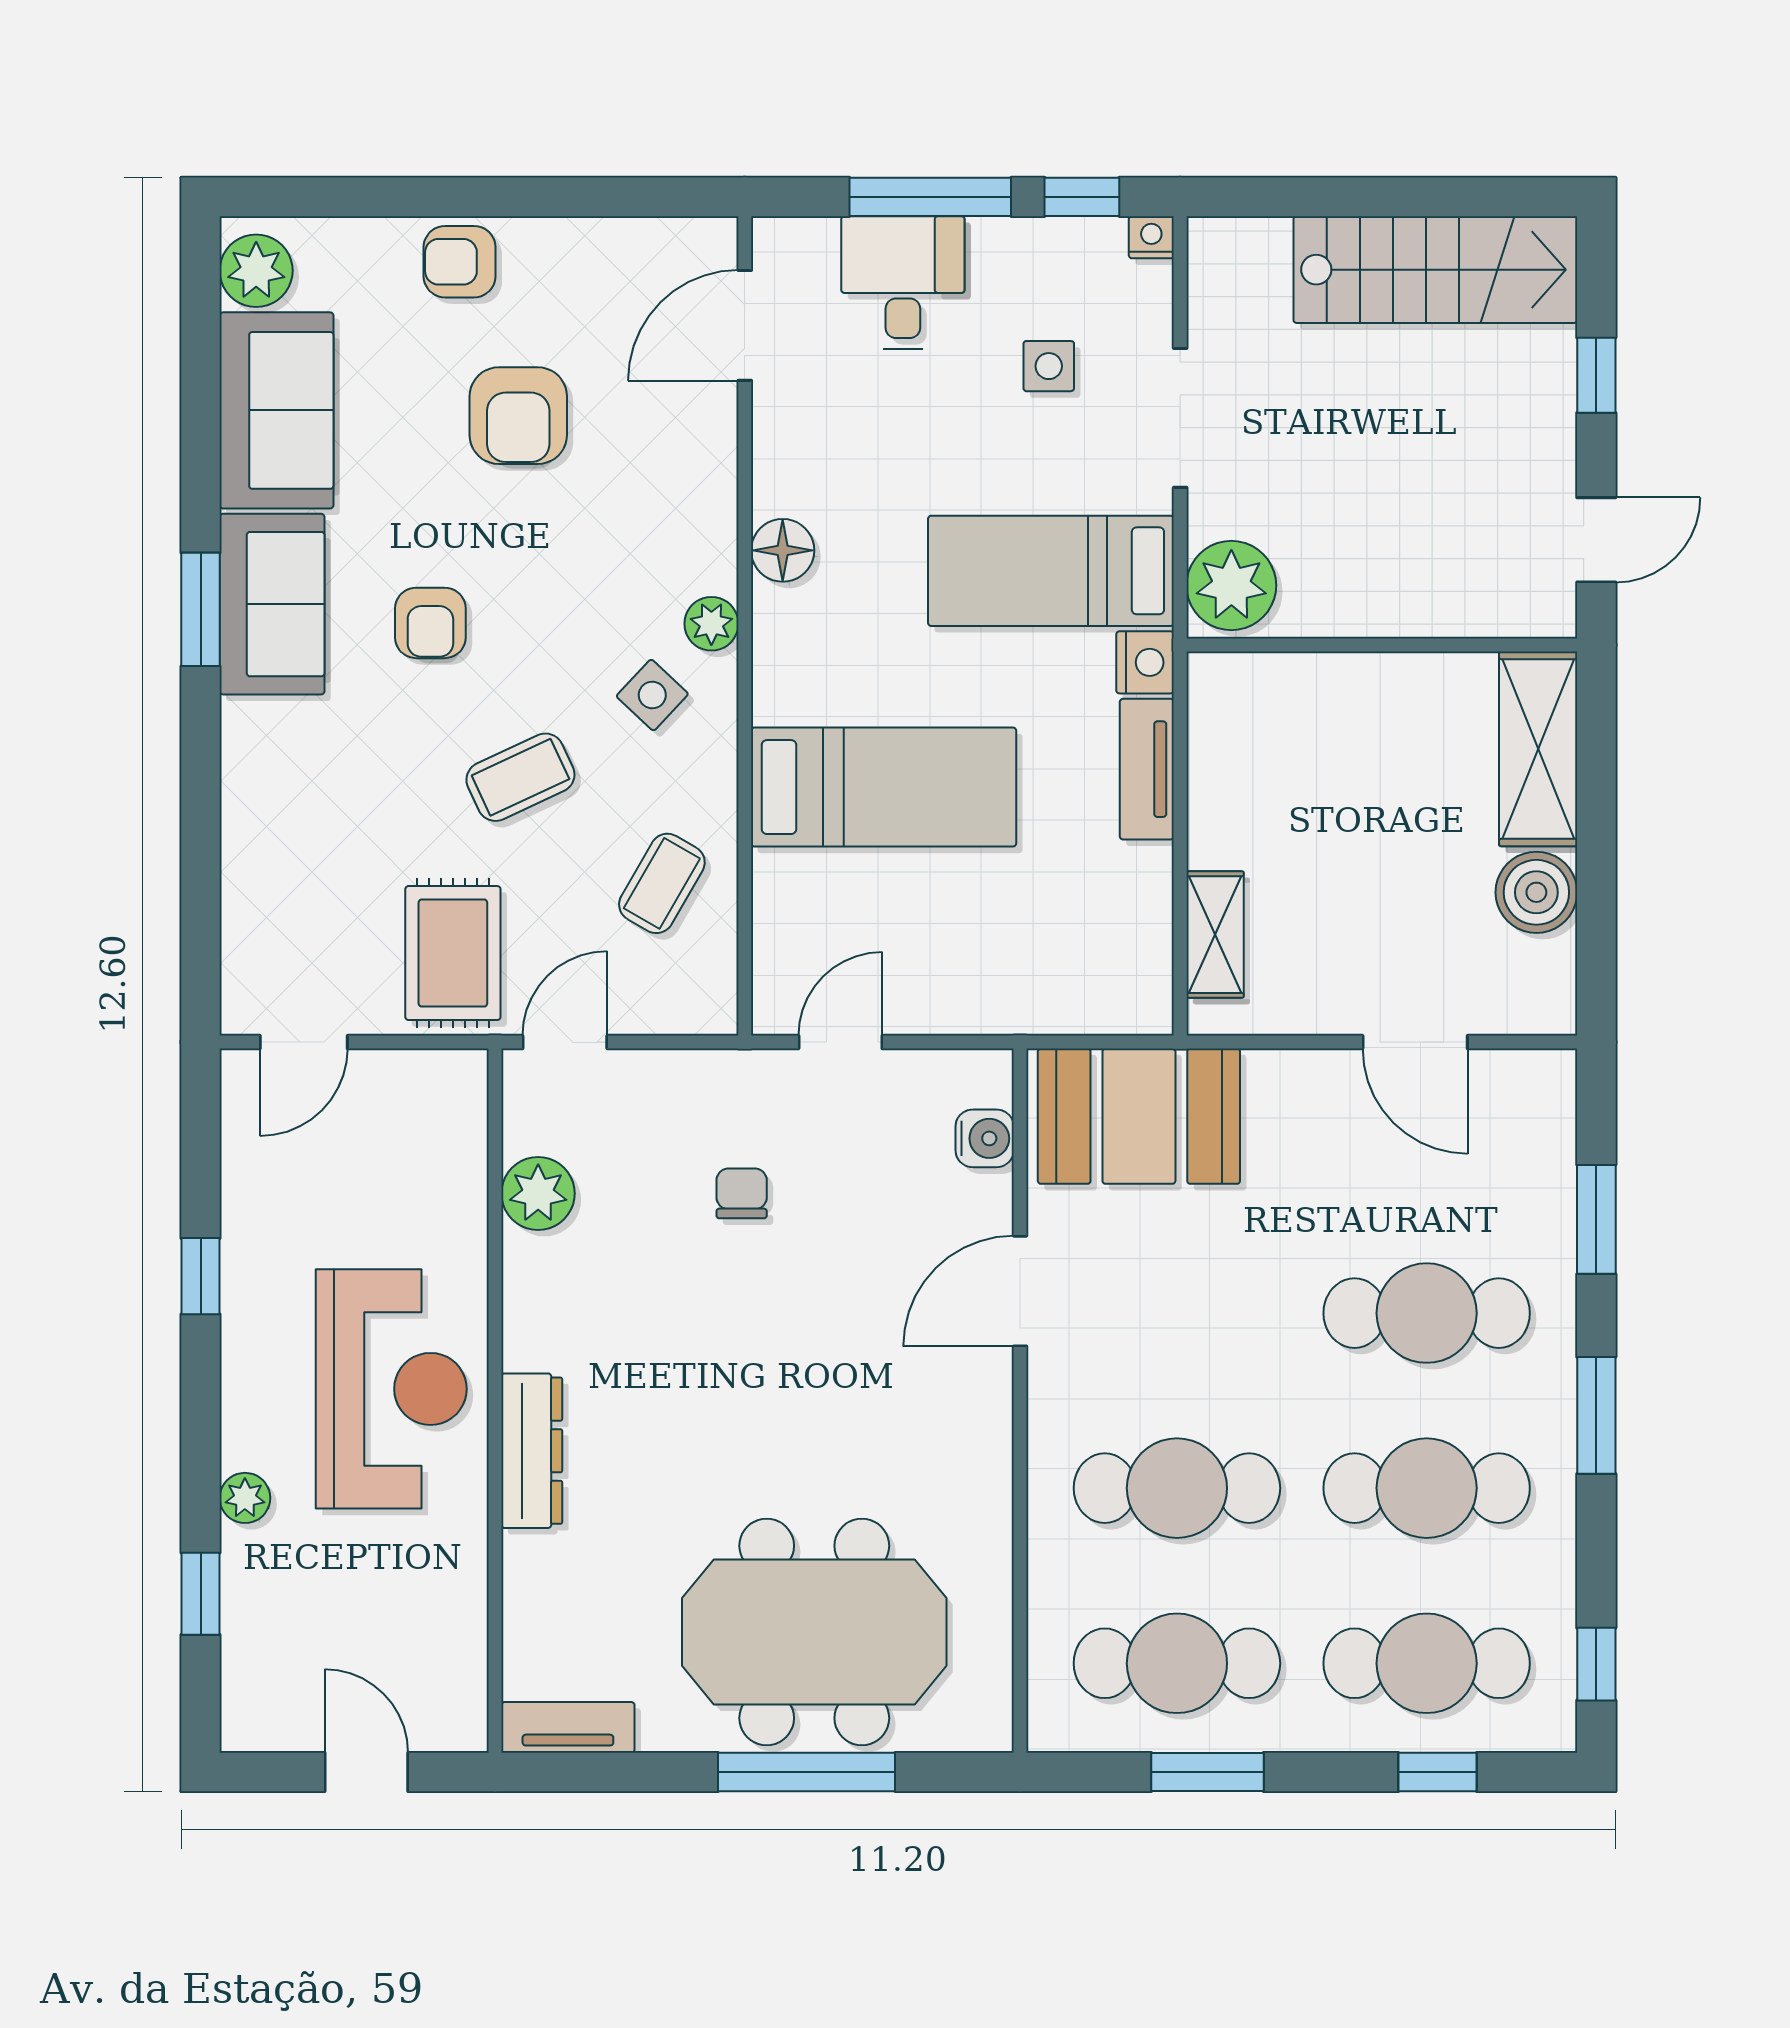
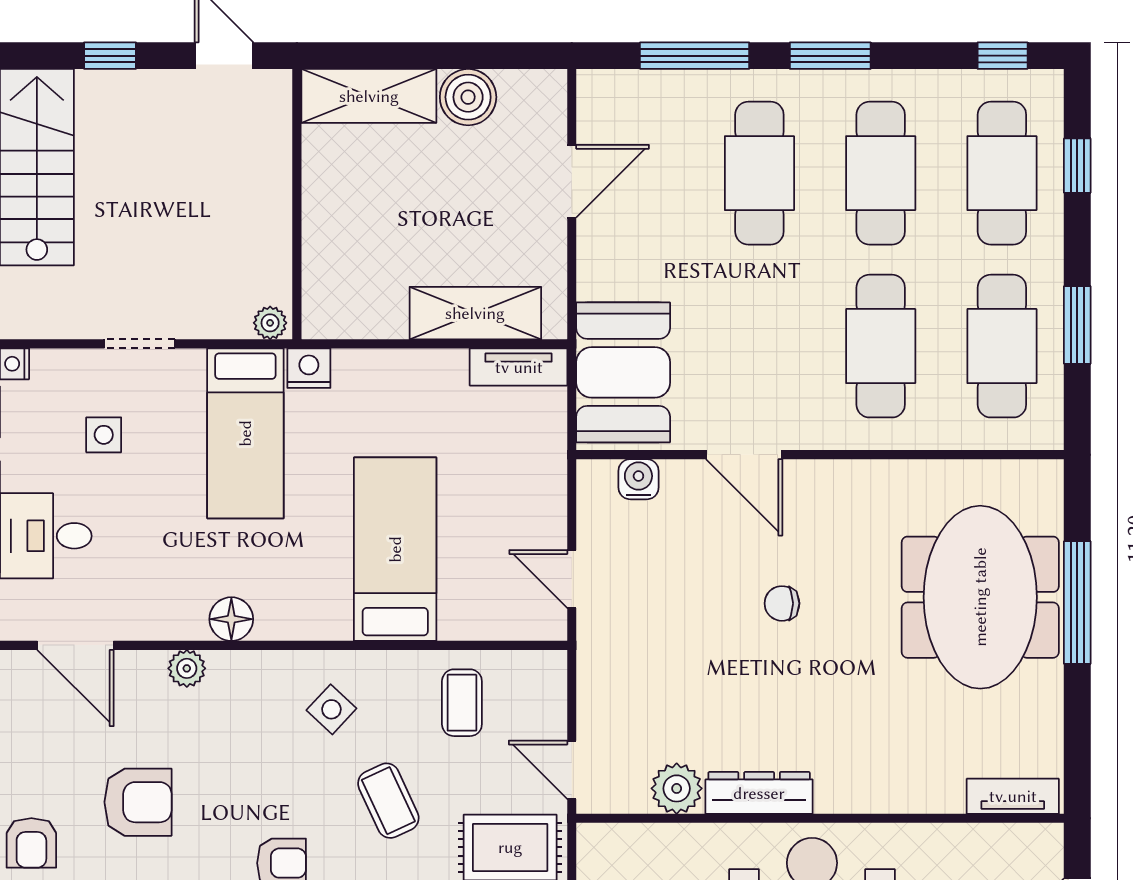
doorway: (1180, 418) -> (140, 344), width x0.73
plant: (1231, 586) -> (270, 323), width x0.53, depth x0.53
plant: (711, 624) -> (187, 668), moved
tv unit: (1147, 769) -> (519, 367), moved
coffee table: (662, 883) -> (462, 703), turned 60
shelving: (1215, 935) -> (475, 313), width x1.50, depth x1.33
chair: (742, 1193) -> (782, 603), moved
window: (1596, 1219) -> (695, 56), width x1.44
dresser: (532, 1451) -> (759, 793), moved
tv unit: (568, 1727) -> (1013, 796), moved, turned 90

